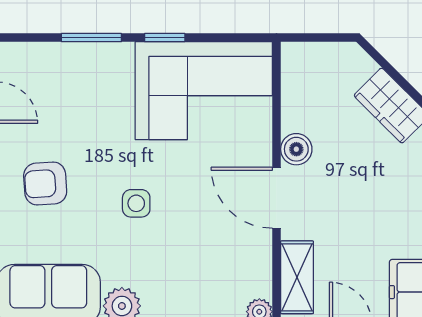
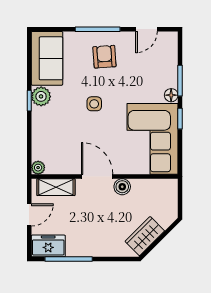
floor lamp: (119, 55) -> (171, 95), added
door: (276, 198) -> (97, 176), hinge flipped

